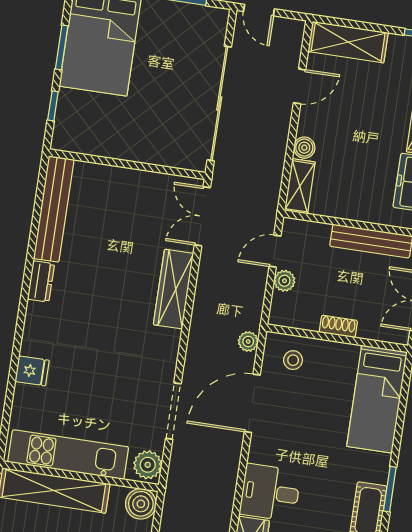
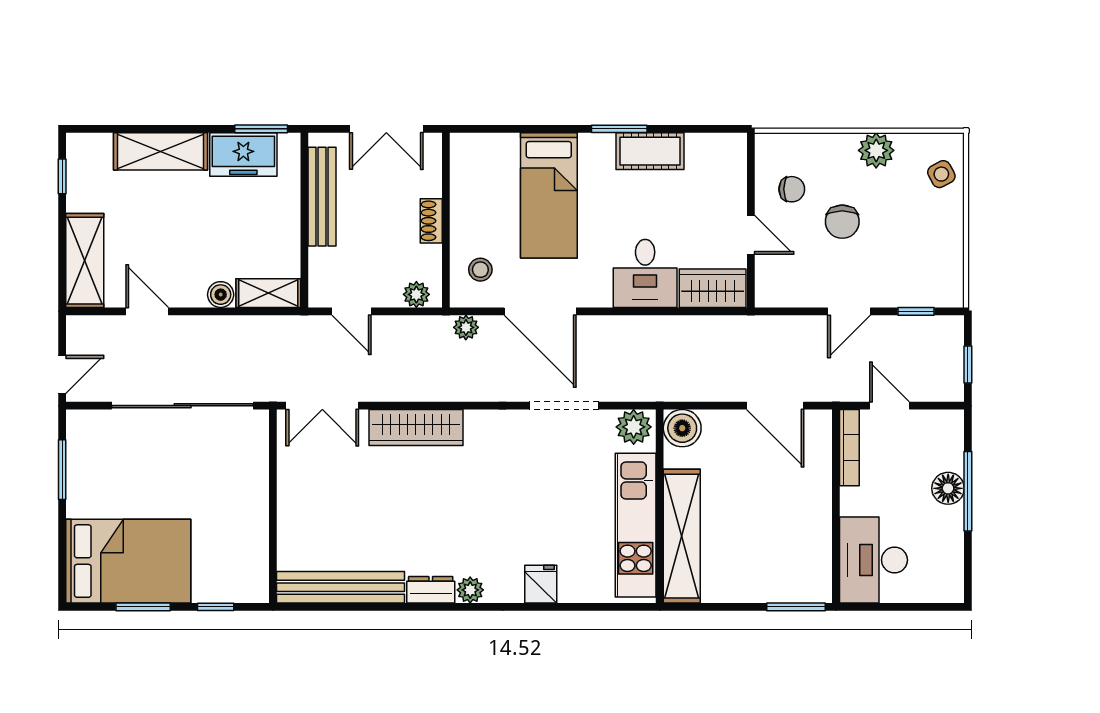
plant: (284, 281) -> (416, 294), moved
plant: (36, 313) -> (470, 590), added
bed: (377, 399) -> (549, 195), moved, turned 90

